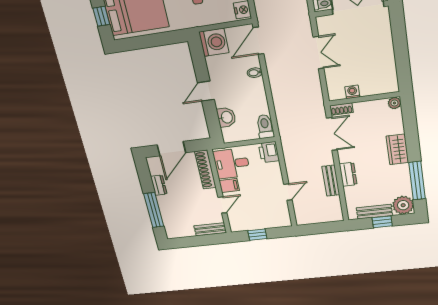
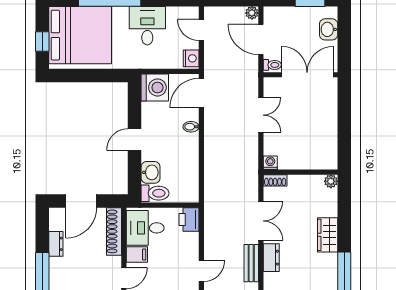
washing machine: (352, 92) -> (270, 163), moved
toilet: (265, 126) -> (155, 193), moved, turned 90
double door: (332, 134) -> (261, 221), moved

